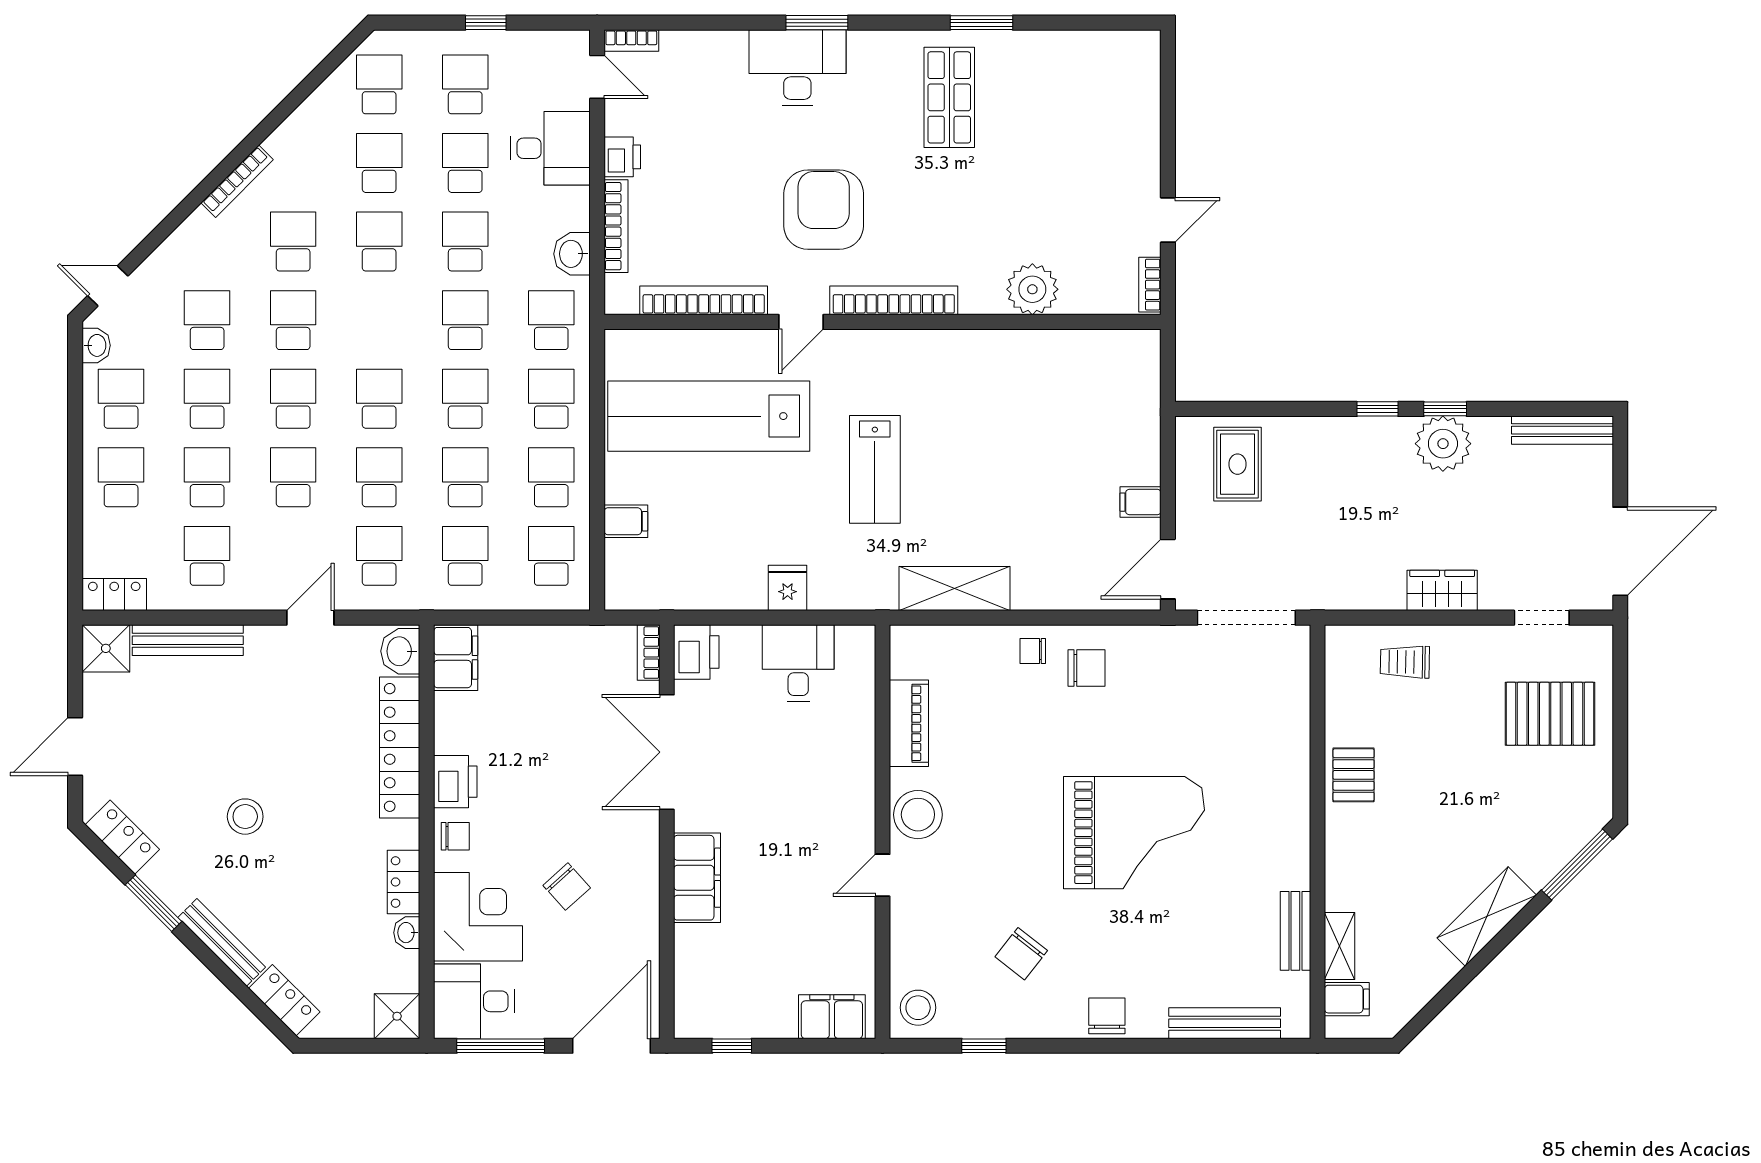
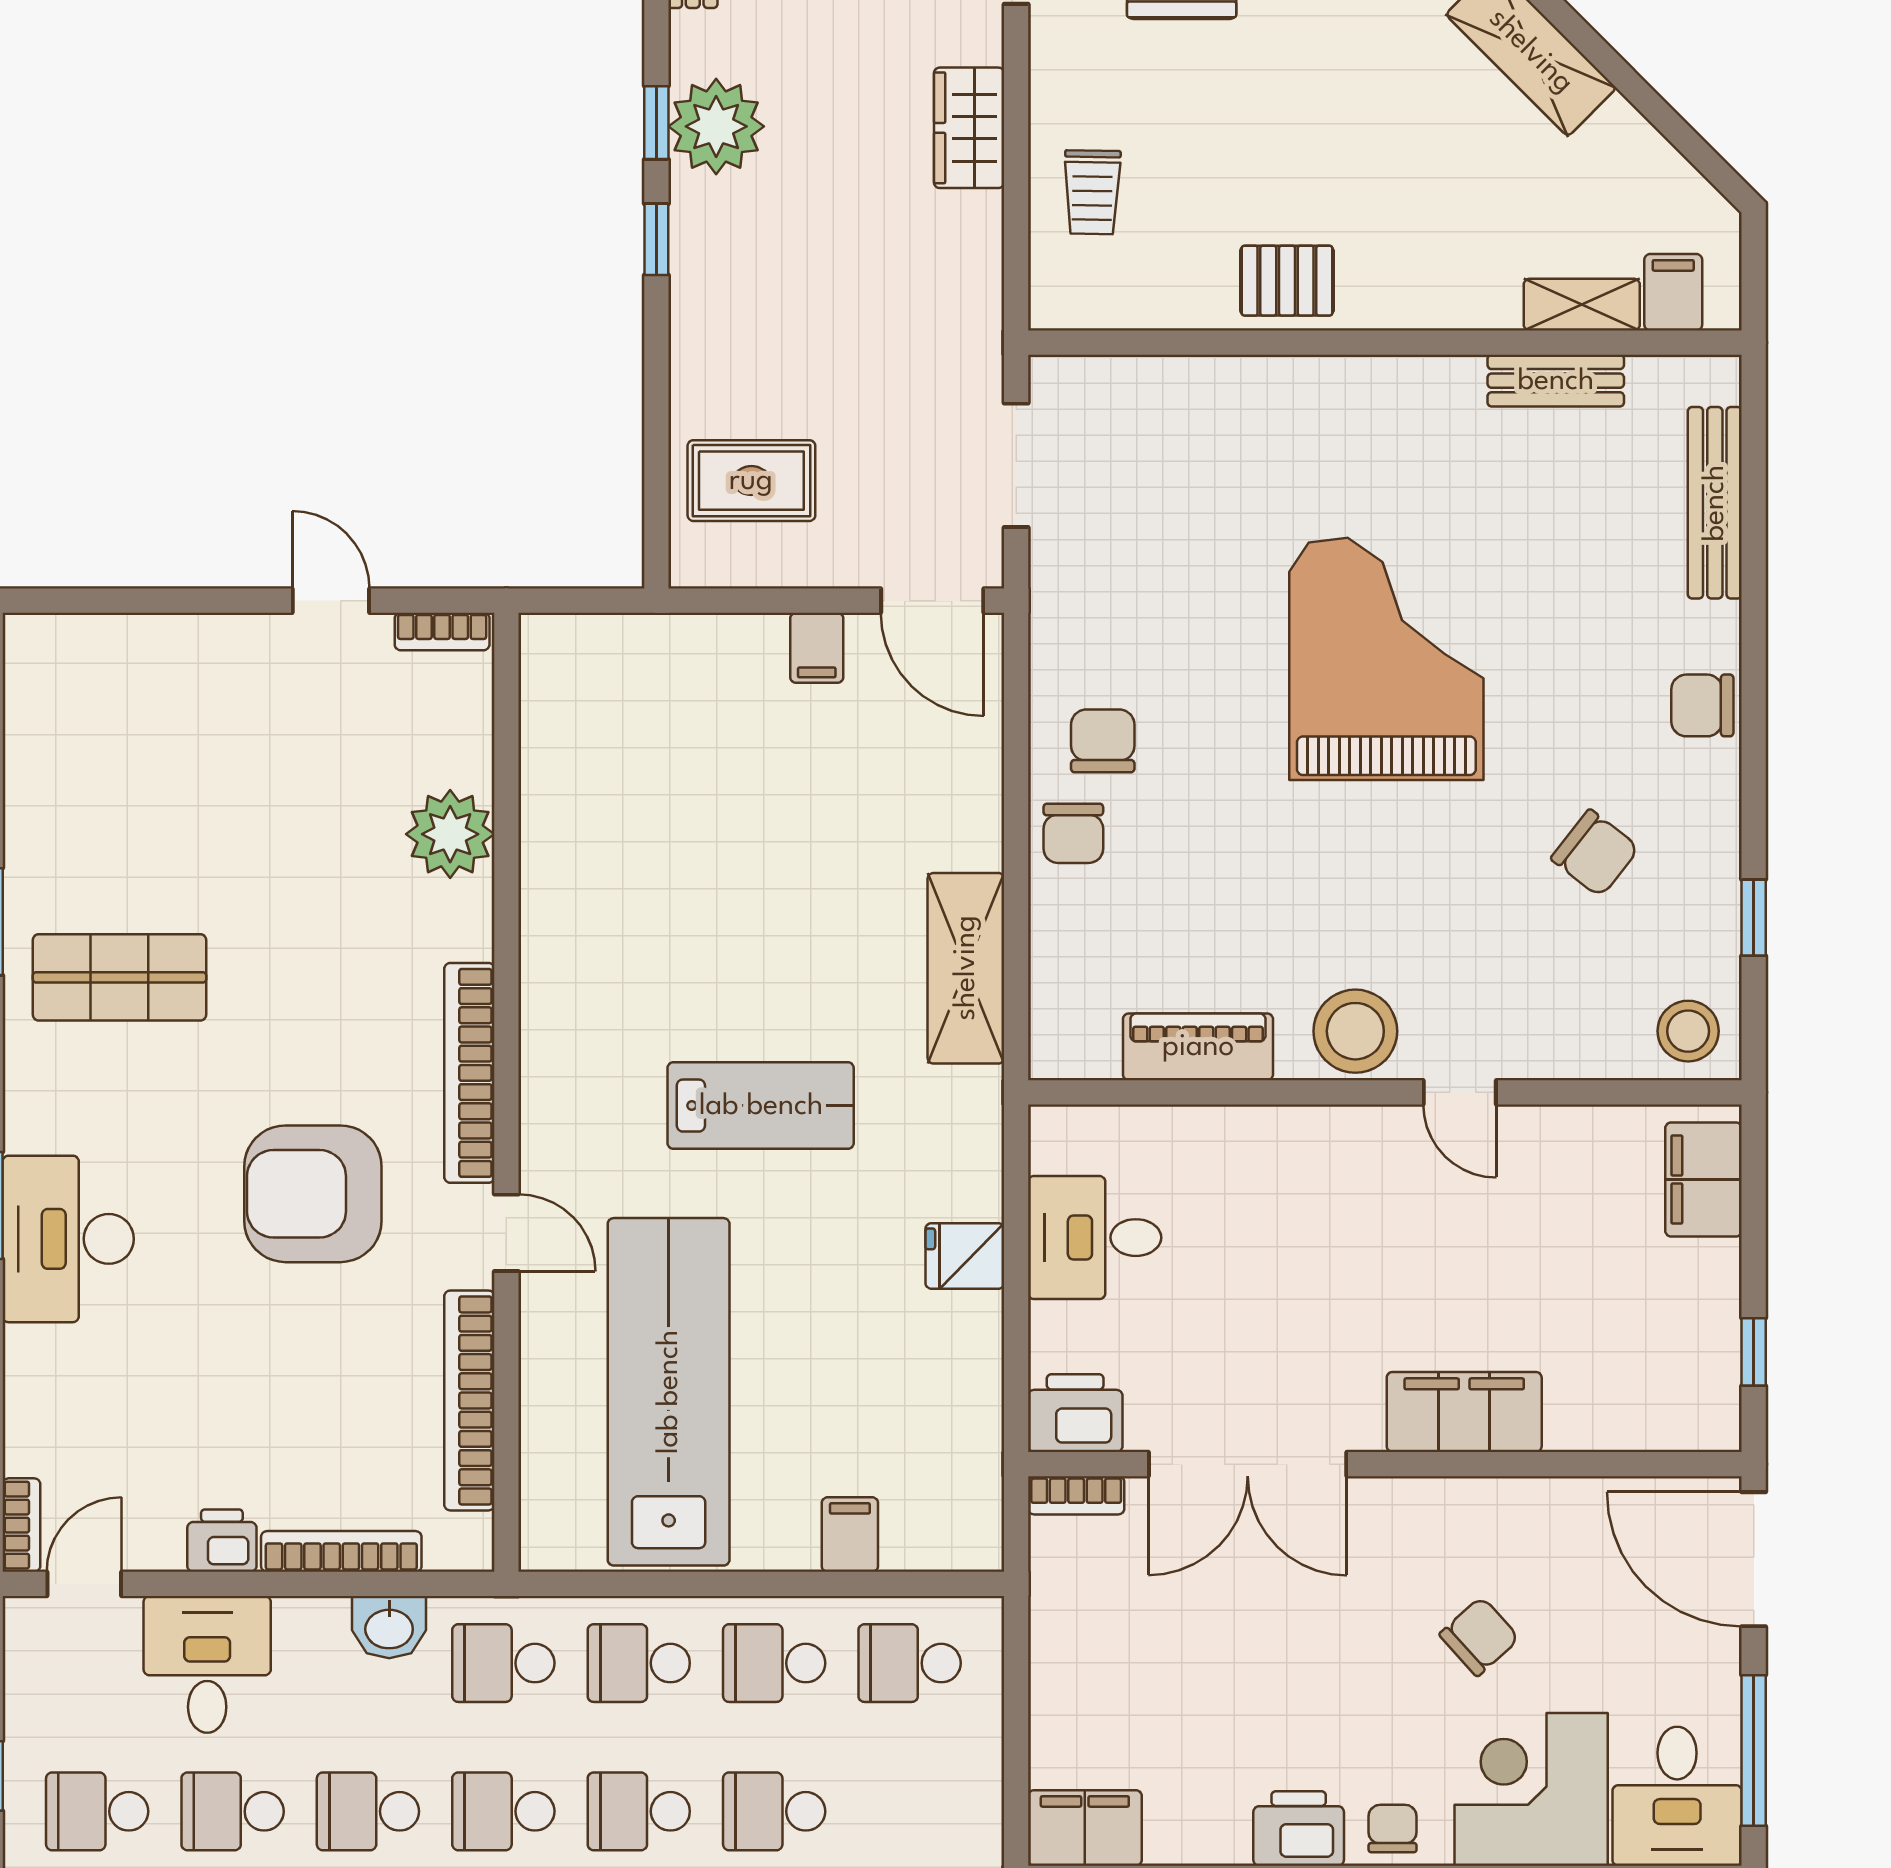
lab bench: (709, 416) -> (669, 1392), turned 180
school desk: (465, 556) -> (910, 1811), removed
doorway: (1246, 618) -> (1016, 465), width x0.73
chair: (1033, 651) -> (1073, 833), width x1.37, depth x1.37

